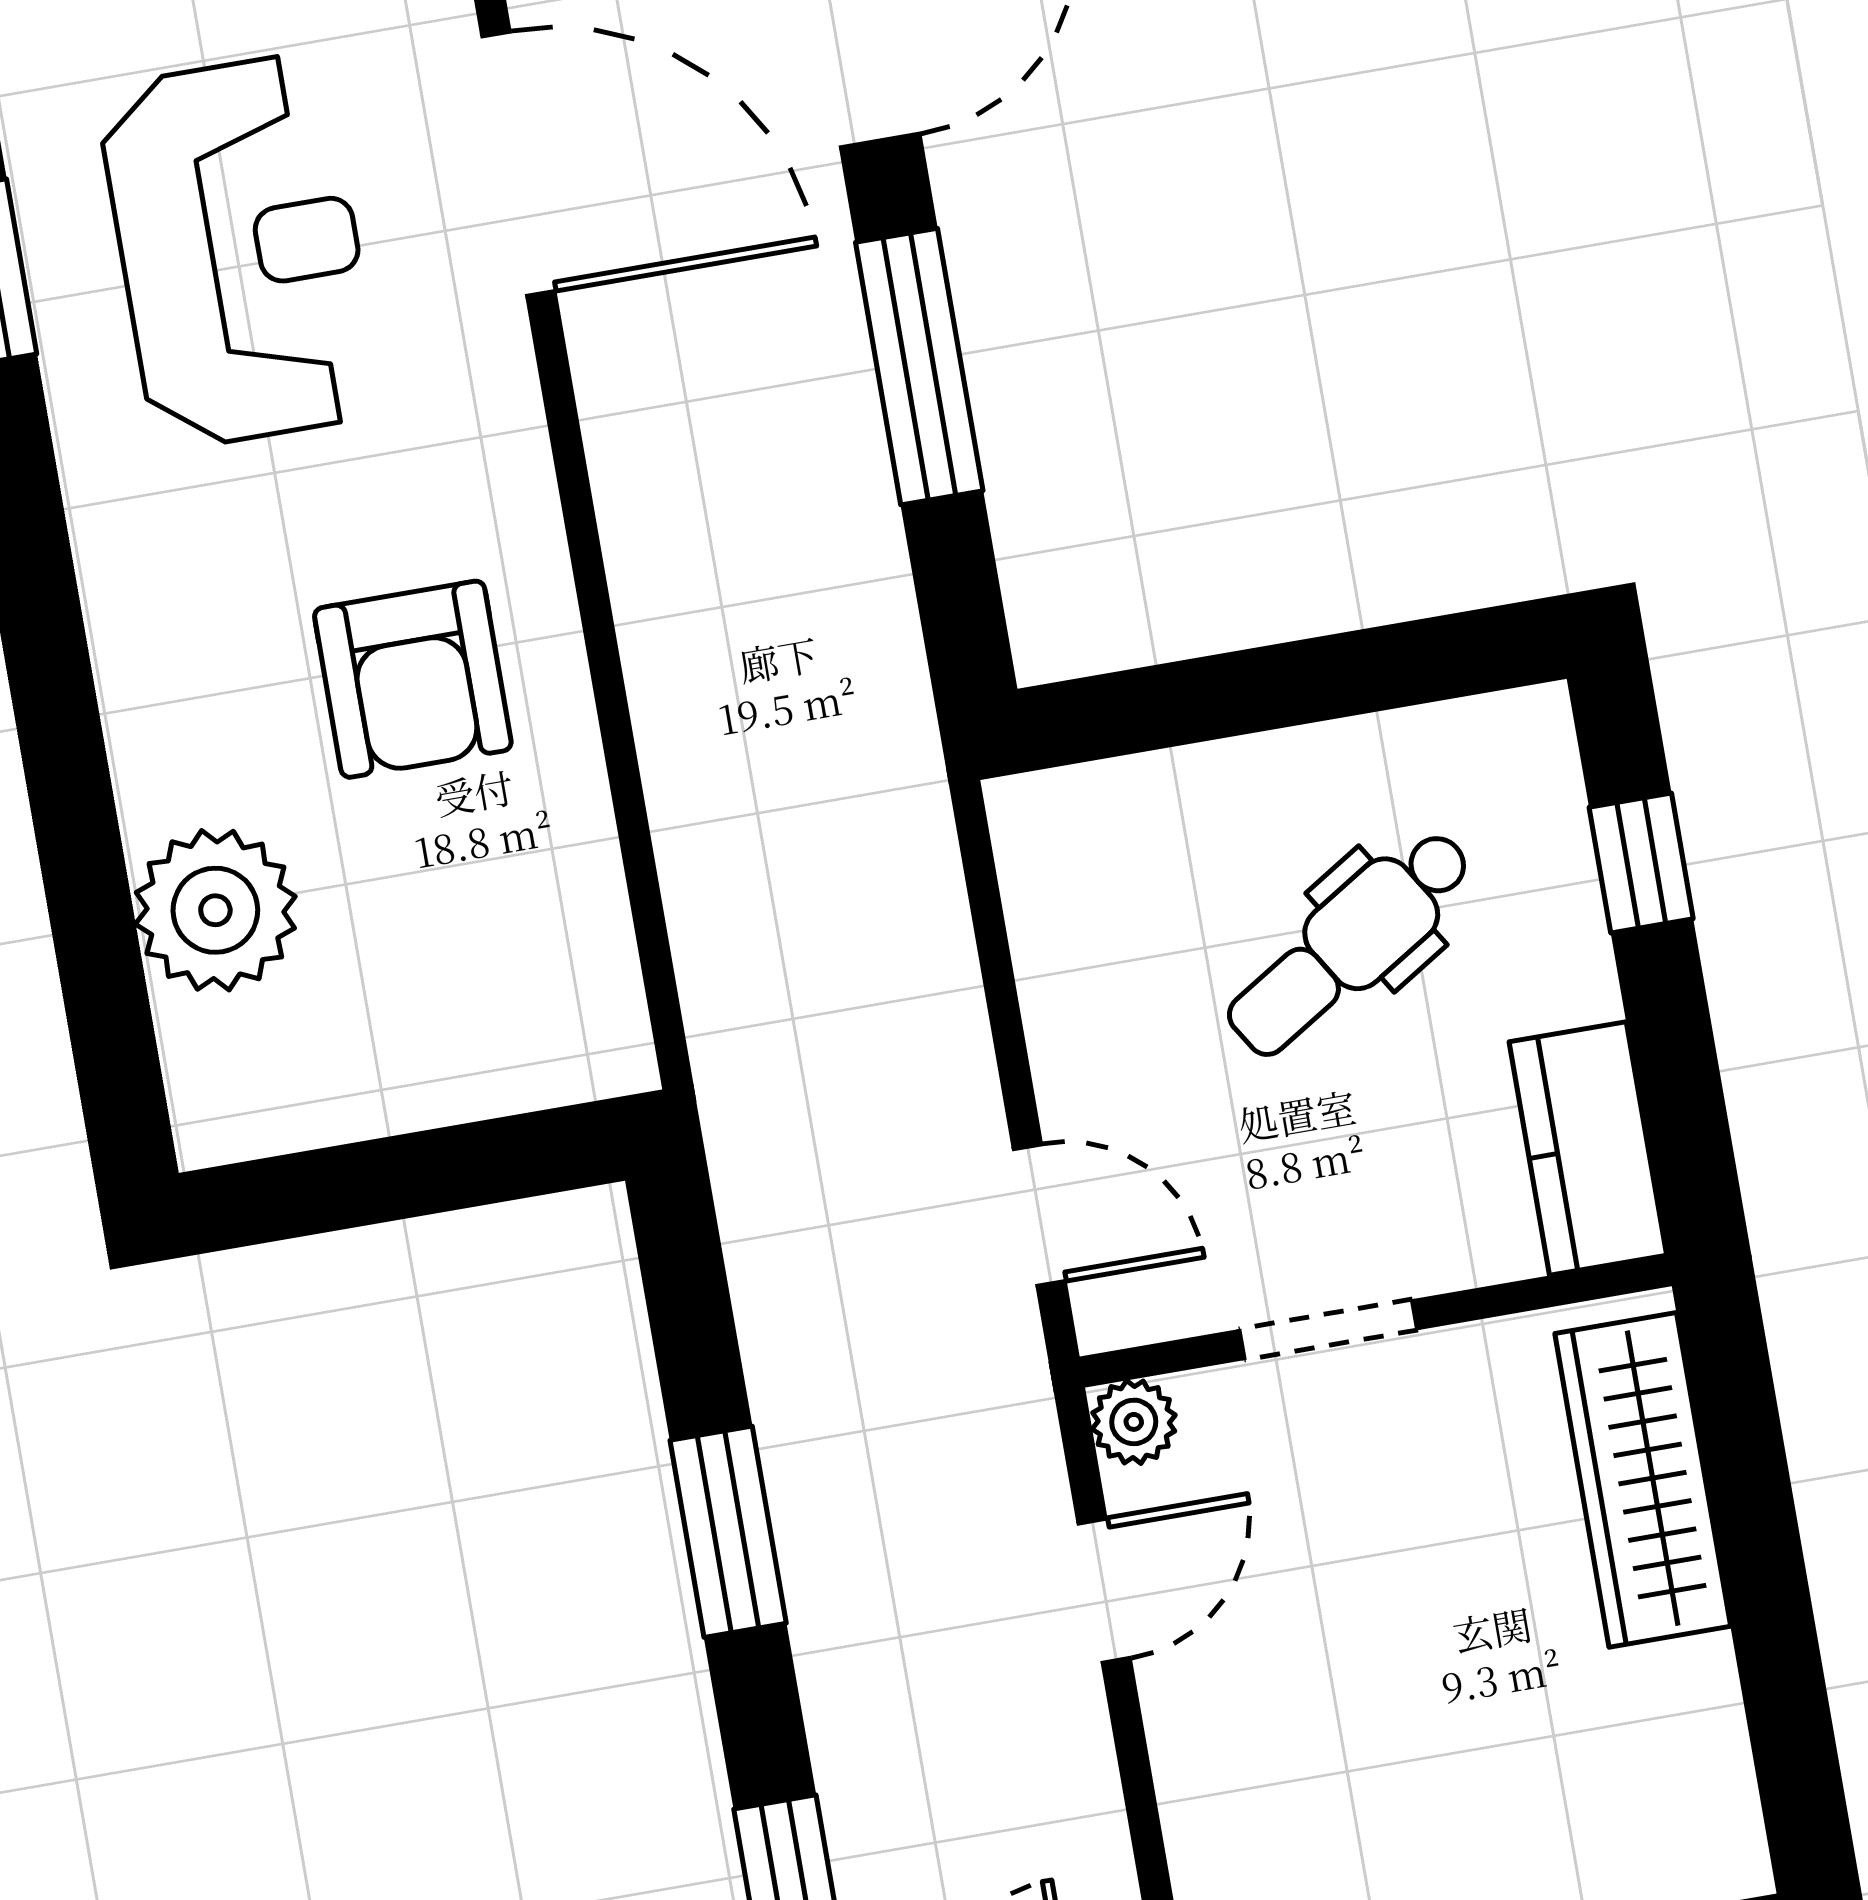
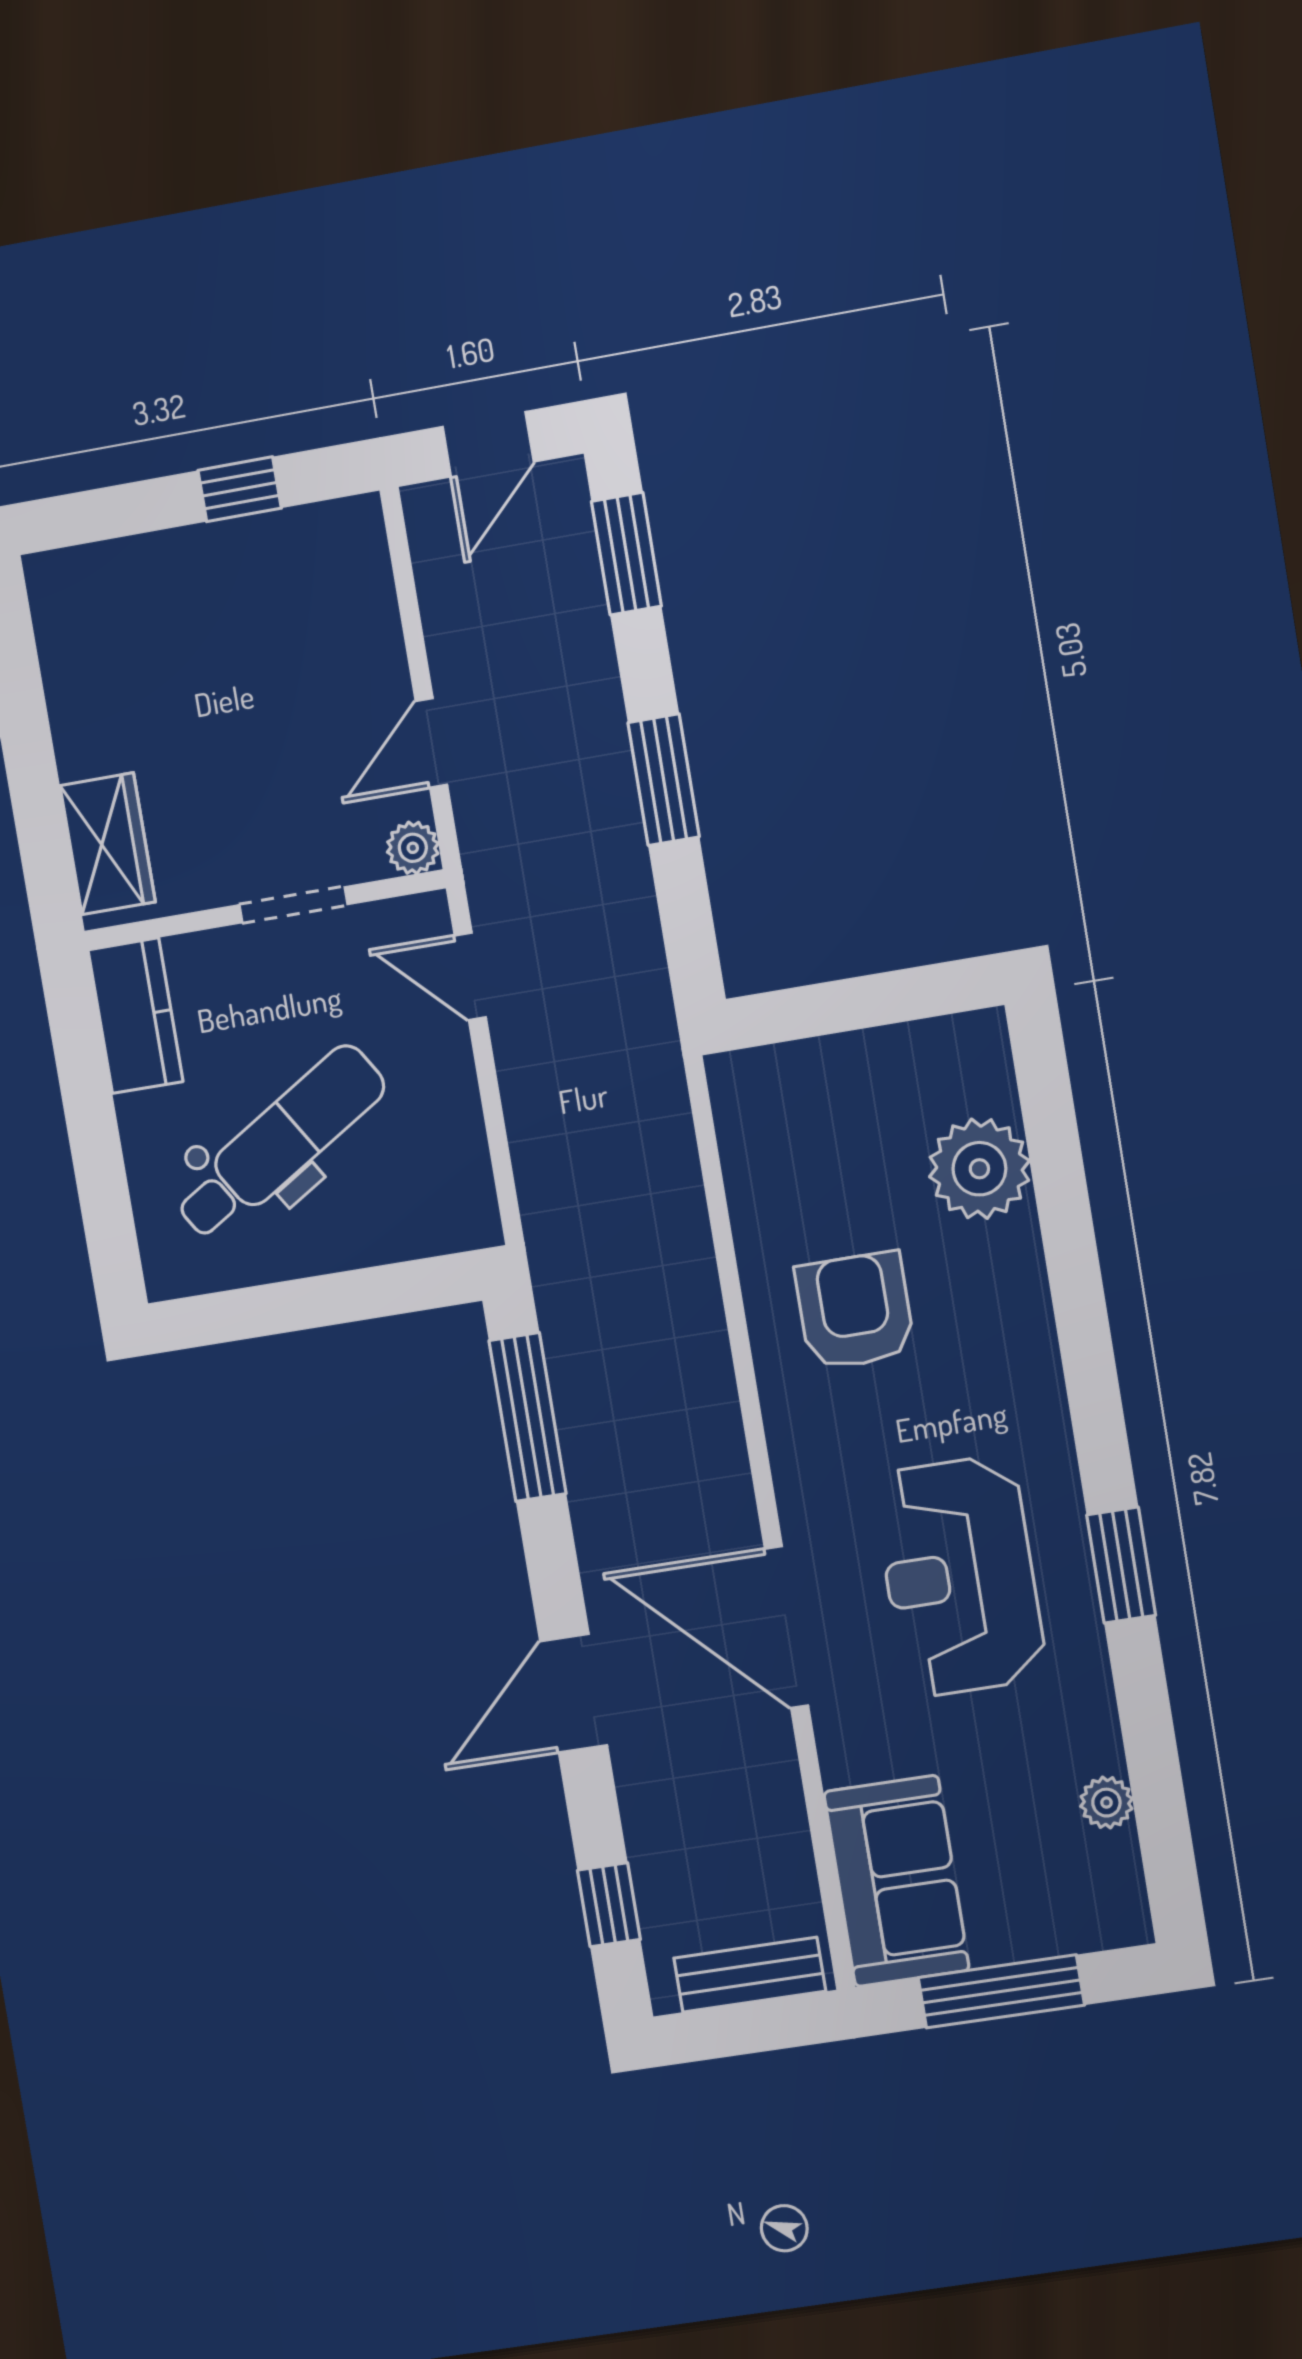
window: (919, 367) -> (528, 1417), moved
window: (1641, 863) -> (103, 1190), removed
dental chair: (1350, 943) -> (280, 1143), width x1.36, depth x1.38
wardrobe: (1643, 1480) -> (108, 844), width x0.67

